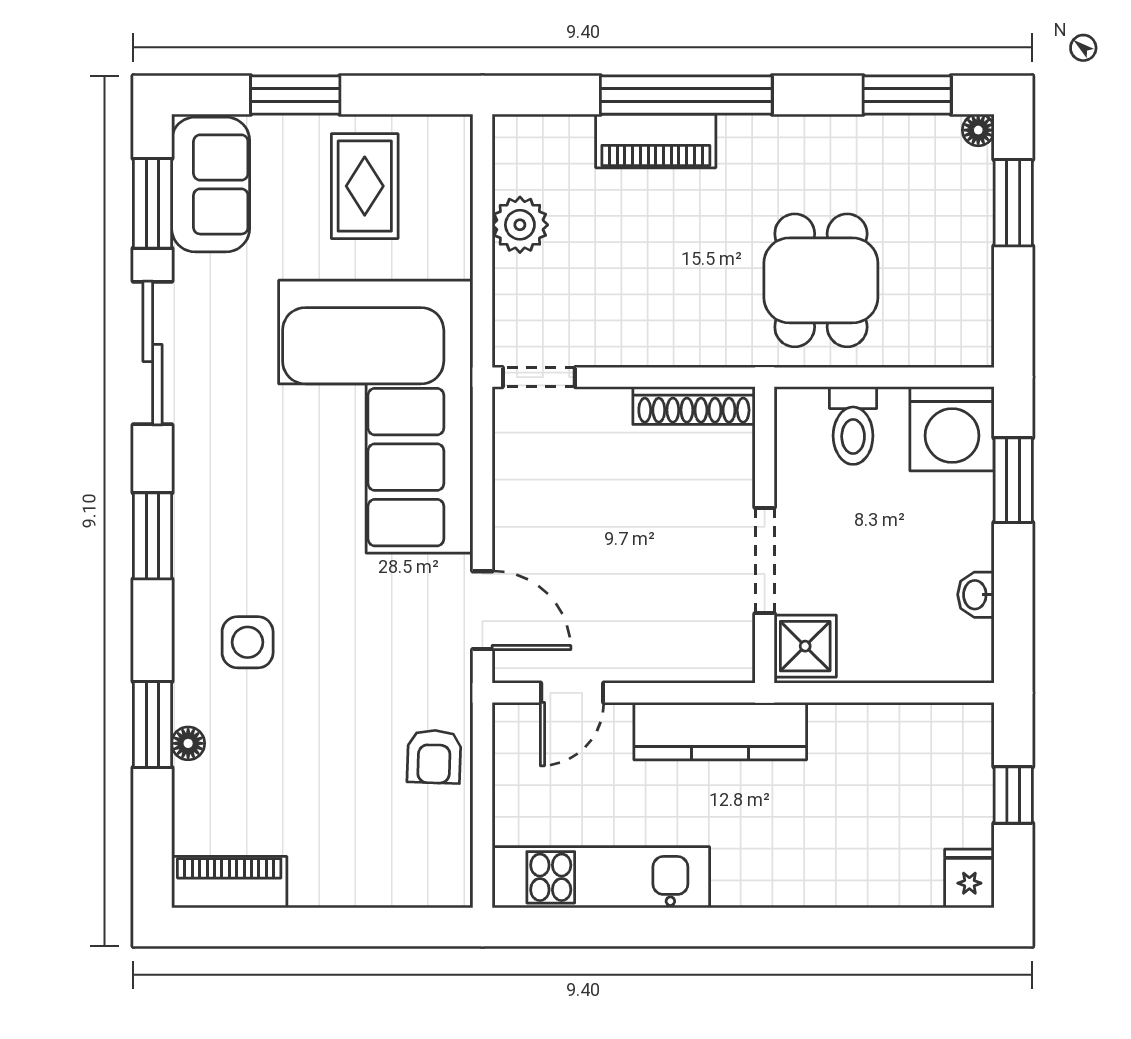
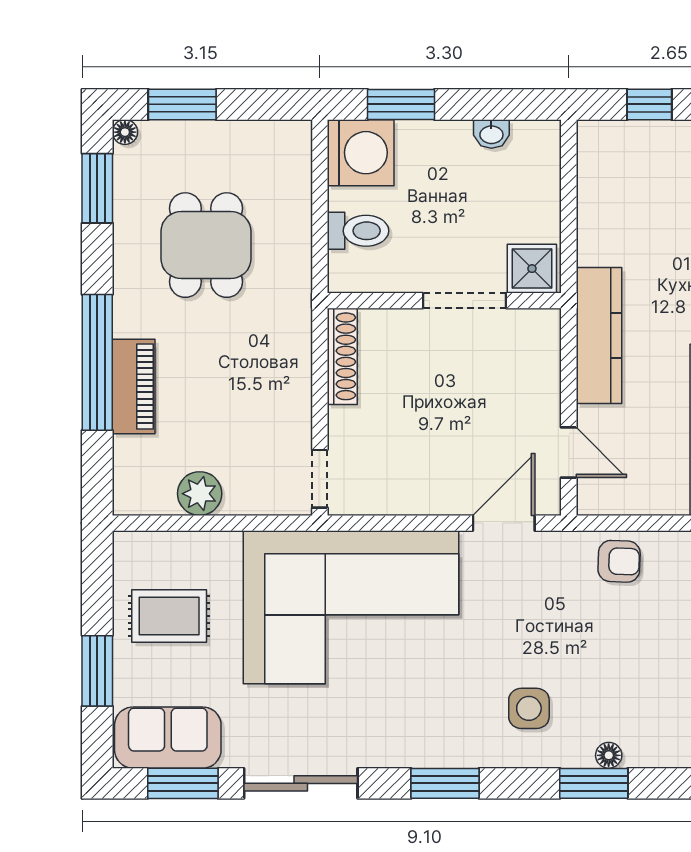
dining table: (821, 280) -> (206, 245), moved, turned 90

